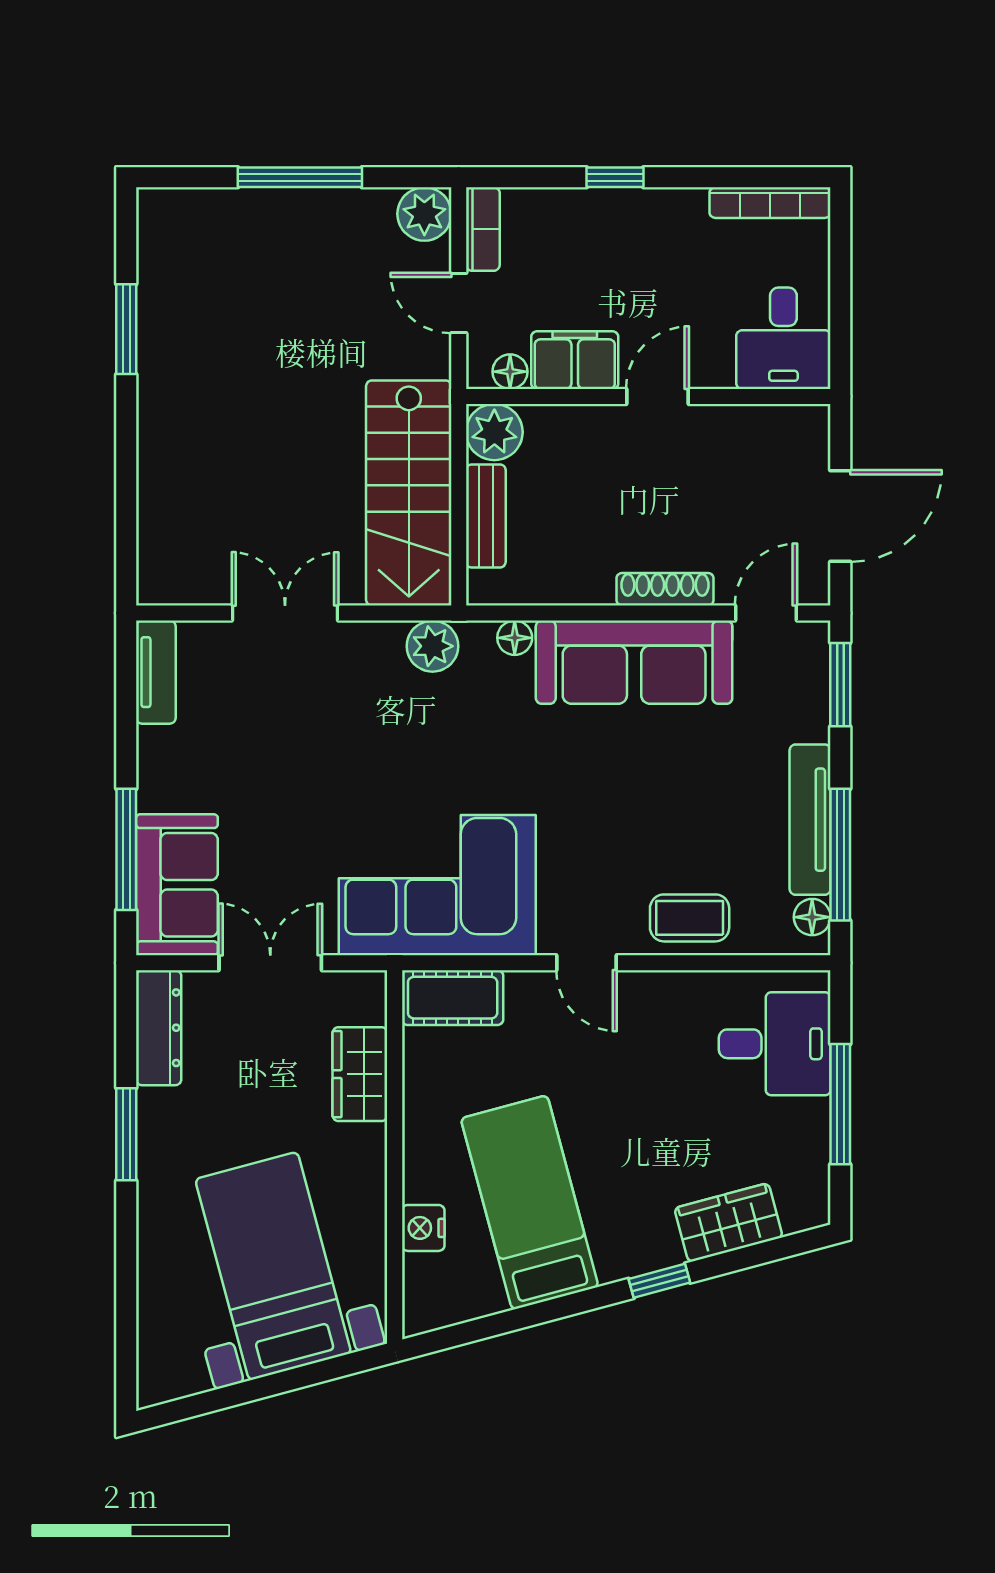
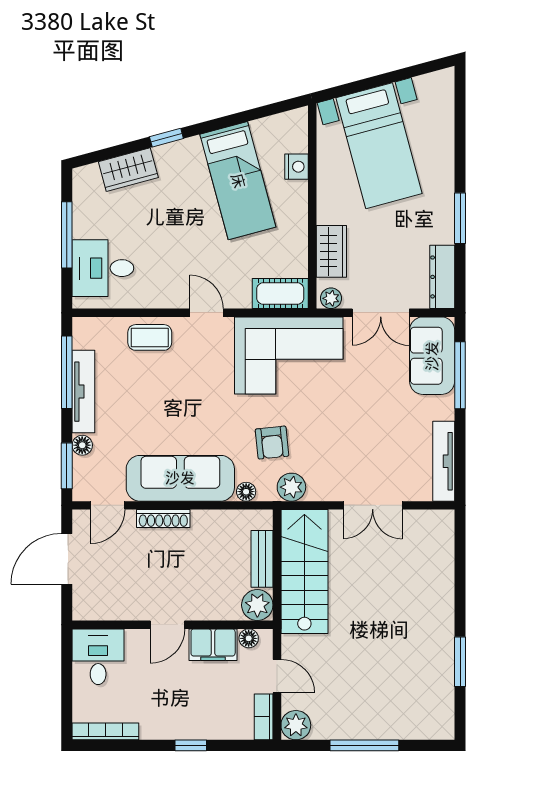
tv unit: (156, 672) -> (444, 461), width x1.41
armchair: (468, 727) -> (272, 443), added
floor lamp: (812, 917) -> (82, 445), moved
plant: (360, 989) -> (331, 298), added

